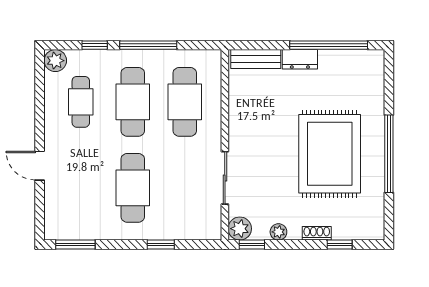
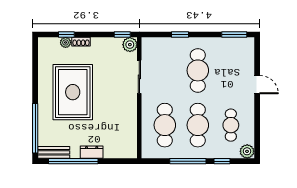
bench: (256, 59) -> (54, 152), moved
window: (389, 154) -> (35, 128), moved
plant: (278, 232) -> (66, 42), moved

